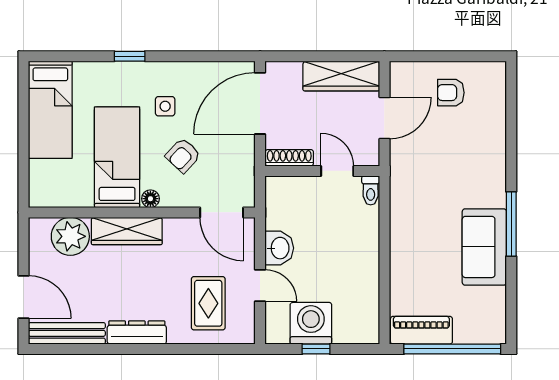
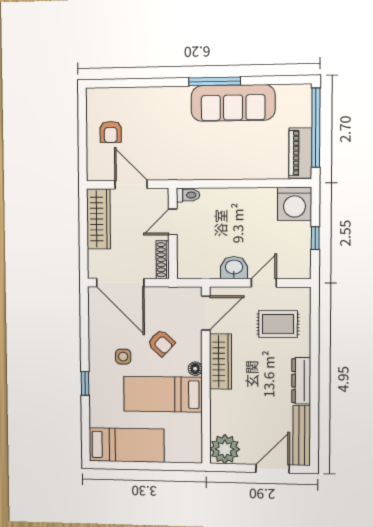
wardrobe: (127, 231) -> (220, 361), moved
plant: (70, 236) -> (225, 449), moved
sofa: (484, 247) -> (233, 103), width x1.36
washing machine: (311, 323) -> (294, 204), moved, turned -90

